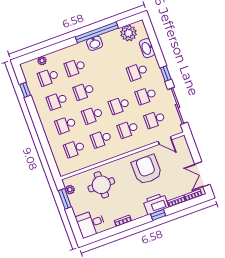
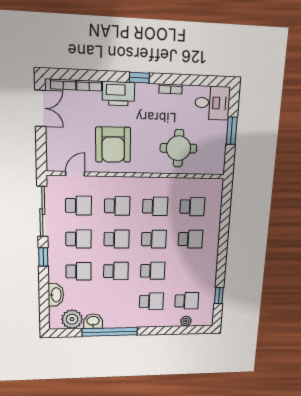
washbasin: (95, 43) -> (93, 321), moved
school desk: (57, 101) -> (116, 271), moved
door: (165, 140) -> (75, 174), hinge flipped
plant: (70, 190) -> (219, 158), removed
window: (65, 199) -> (232, 131), moved
window: (158, 215) -> (139, 78), moved

